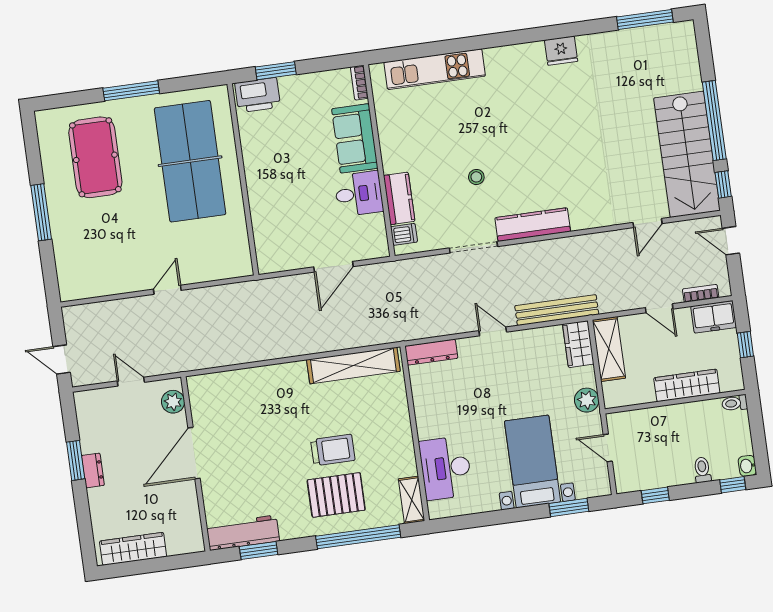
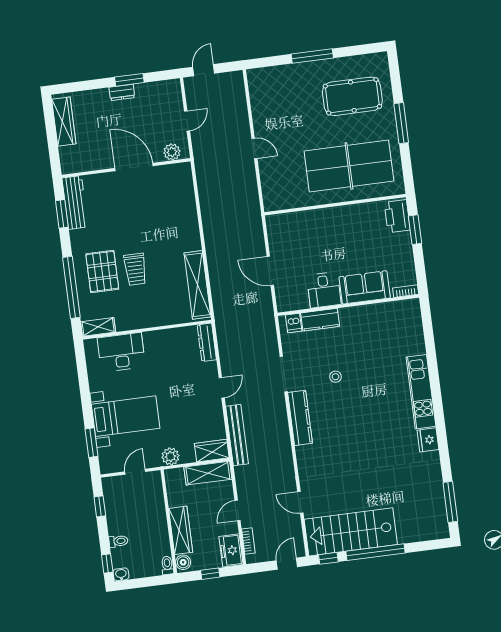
kitchen unit: (435, 69) -> (421, 392), moved
boiler: (730, 382) -> (183, 562), added

